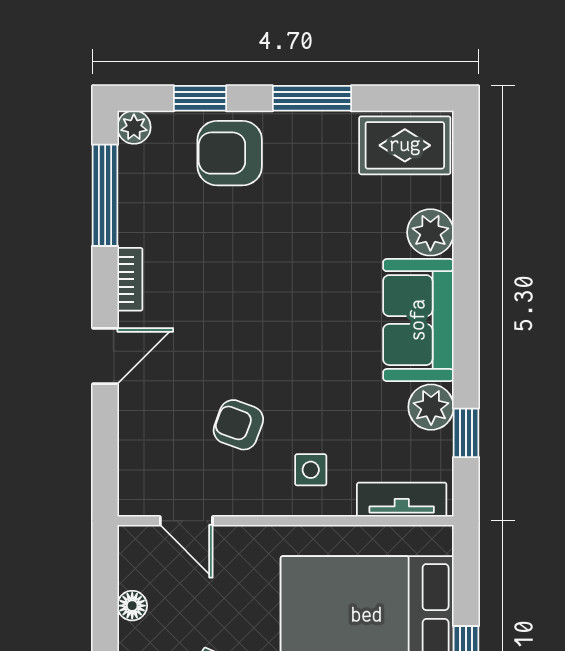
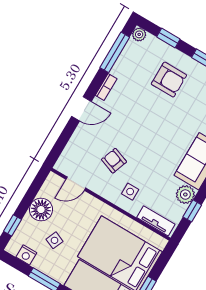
armchair: (230, 153) -> (169, 80), moved, turned 180
door: (186, 521) -> (76, 184), hinge flipped
floor lamp: (132, 606) -> (41, 210), width x1.89, depth x1.89

